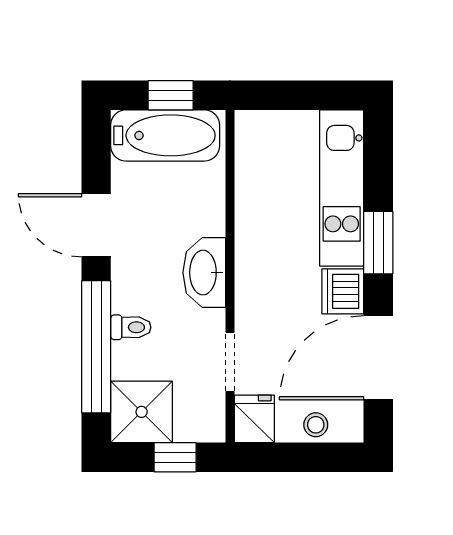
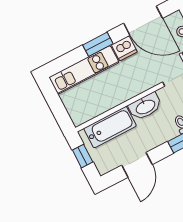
bathtub: (165, 135) -> (110, 127), moved, turned 90
door: (96, 225) -> (137, 165), moved

